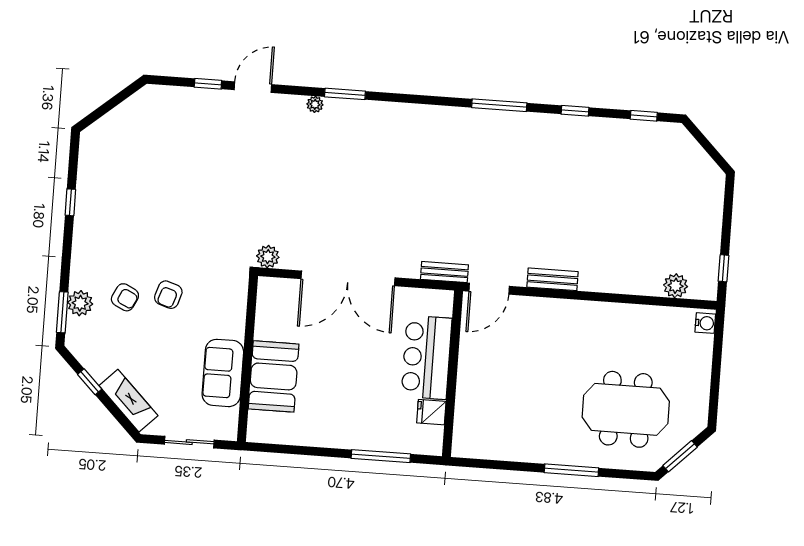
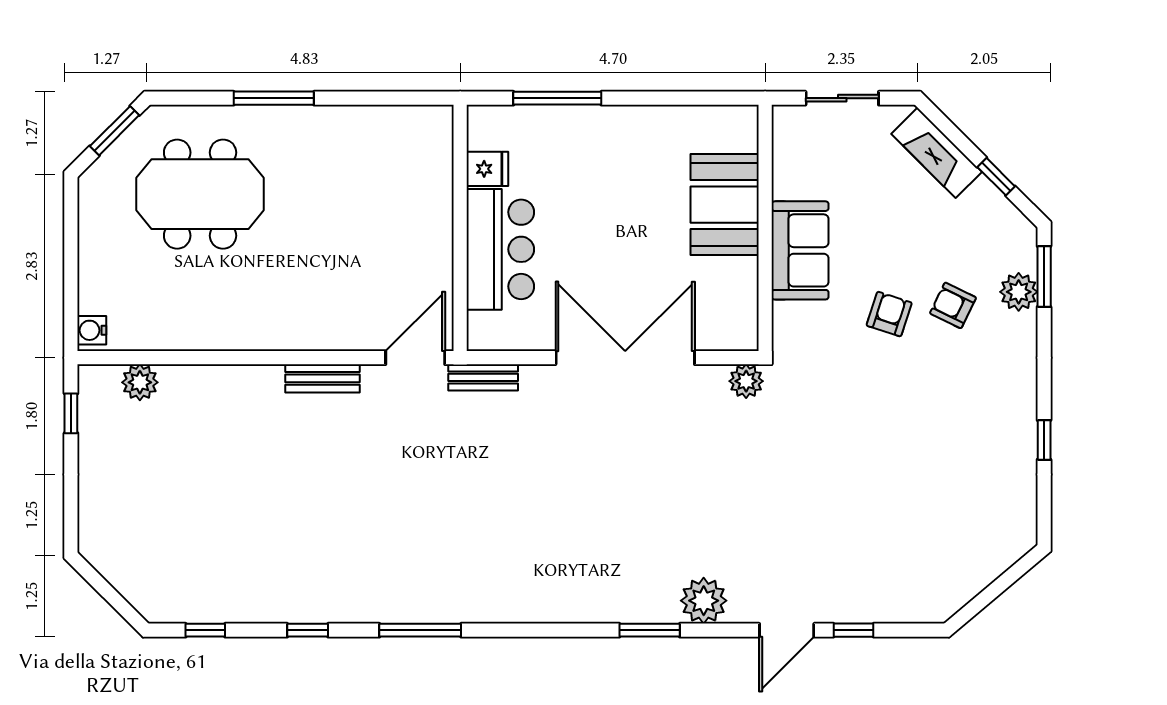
plant: (315, 104) -> (704, 601), width x1.88, depth x1.88
sofa: (223, 373) -> (800, 250), moved

